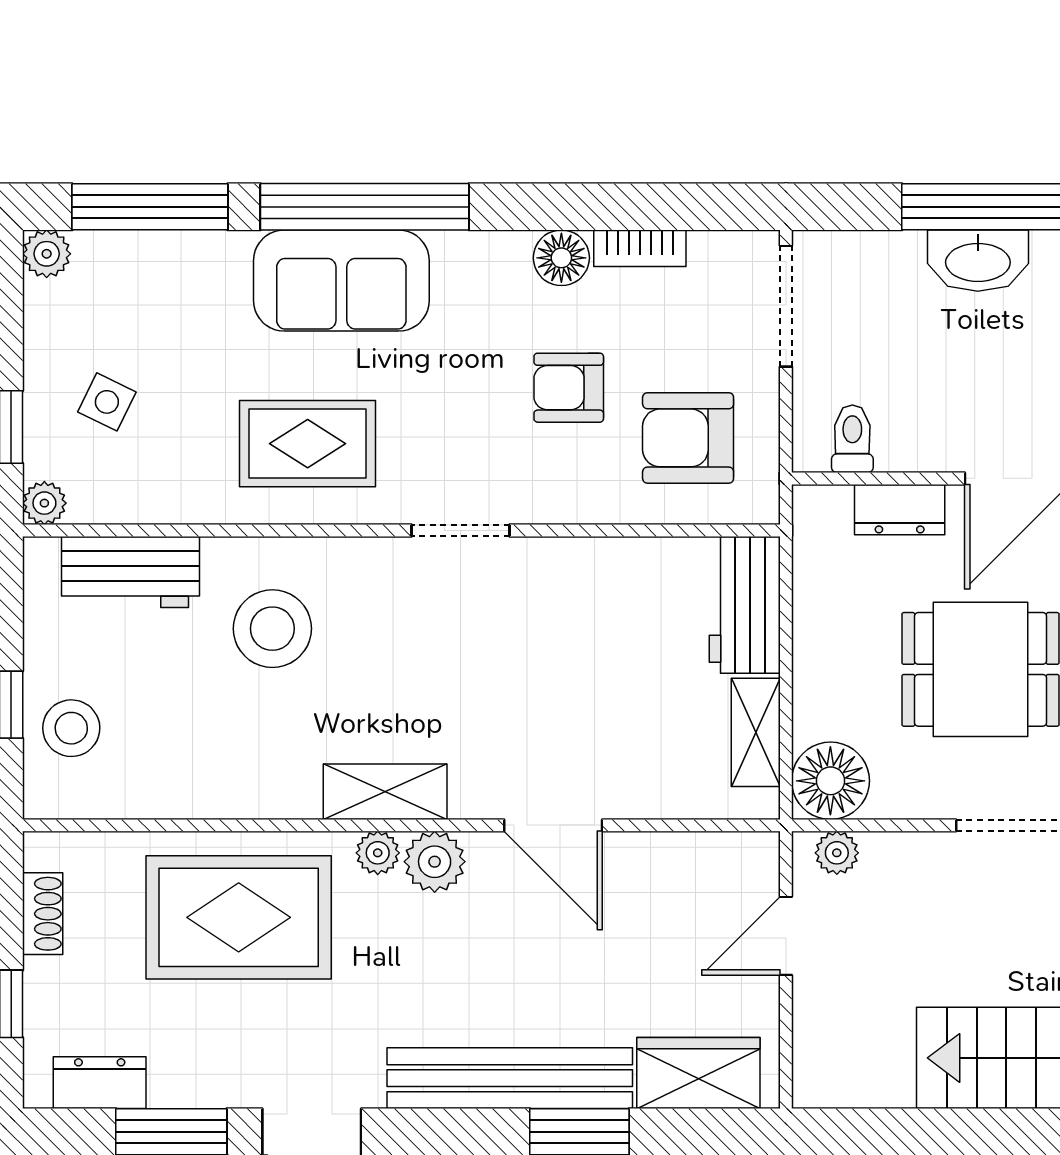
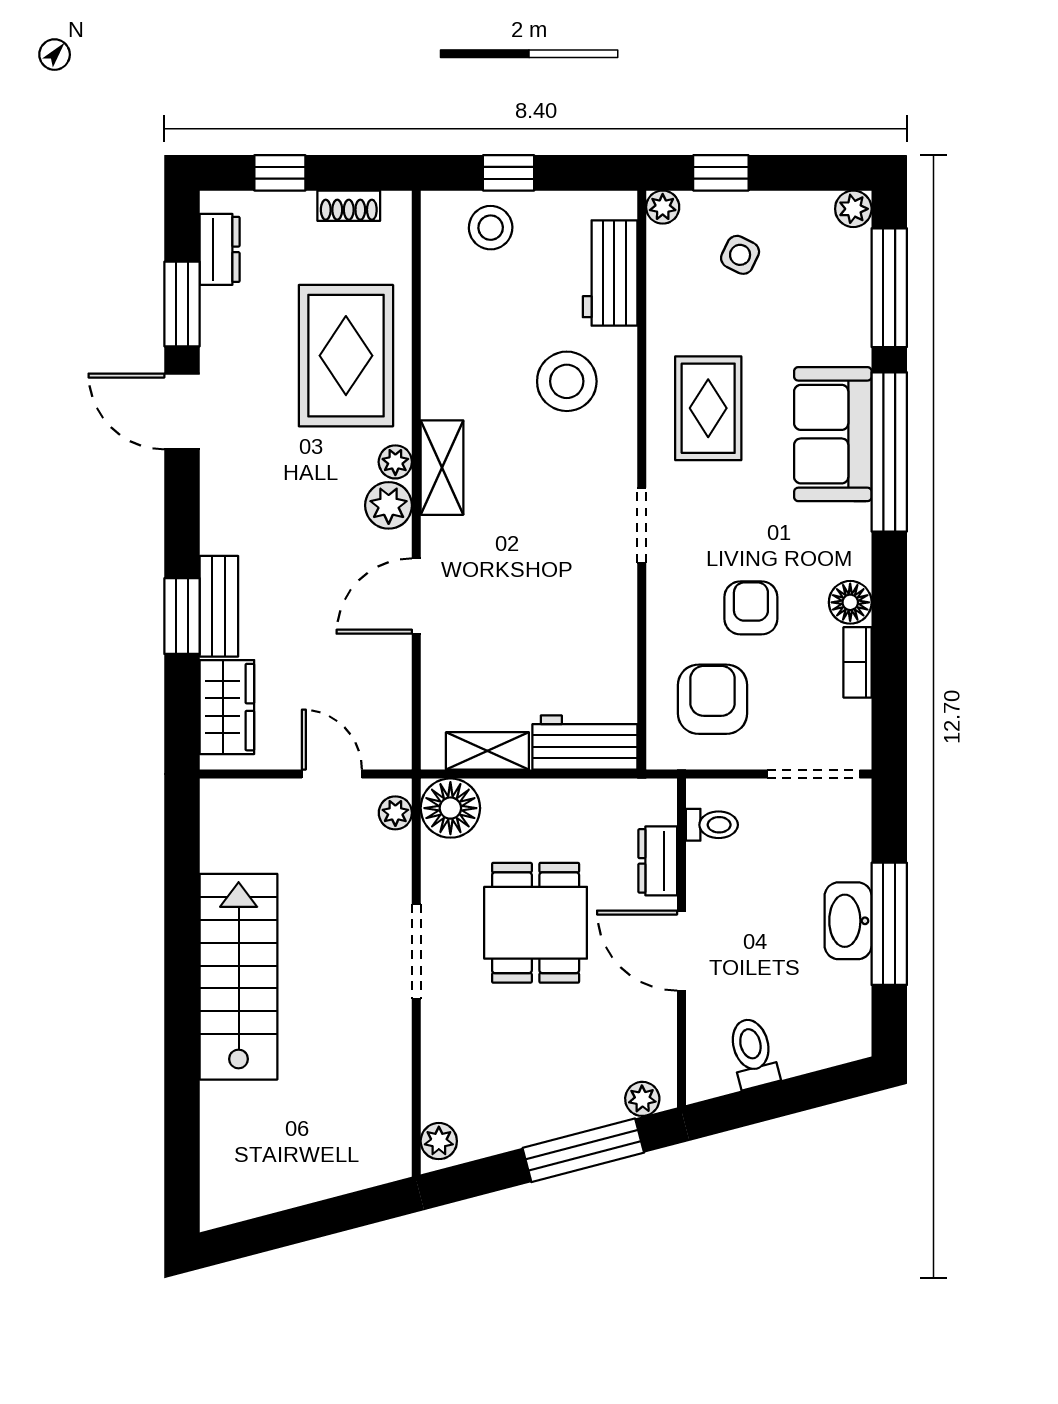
bench: (510, 1078) -> (219, 606), width x0.54, depth x0.82

